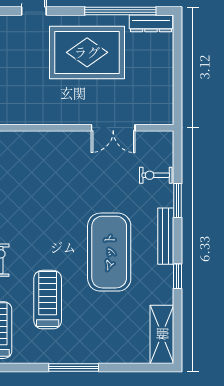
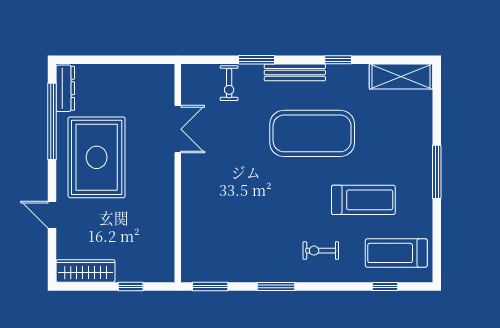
treadmill: (48, 300) -> (363, 200), turned 180

